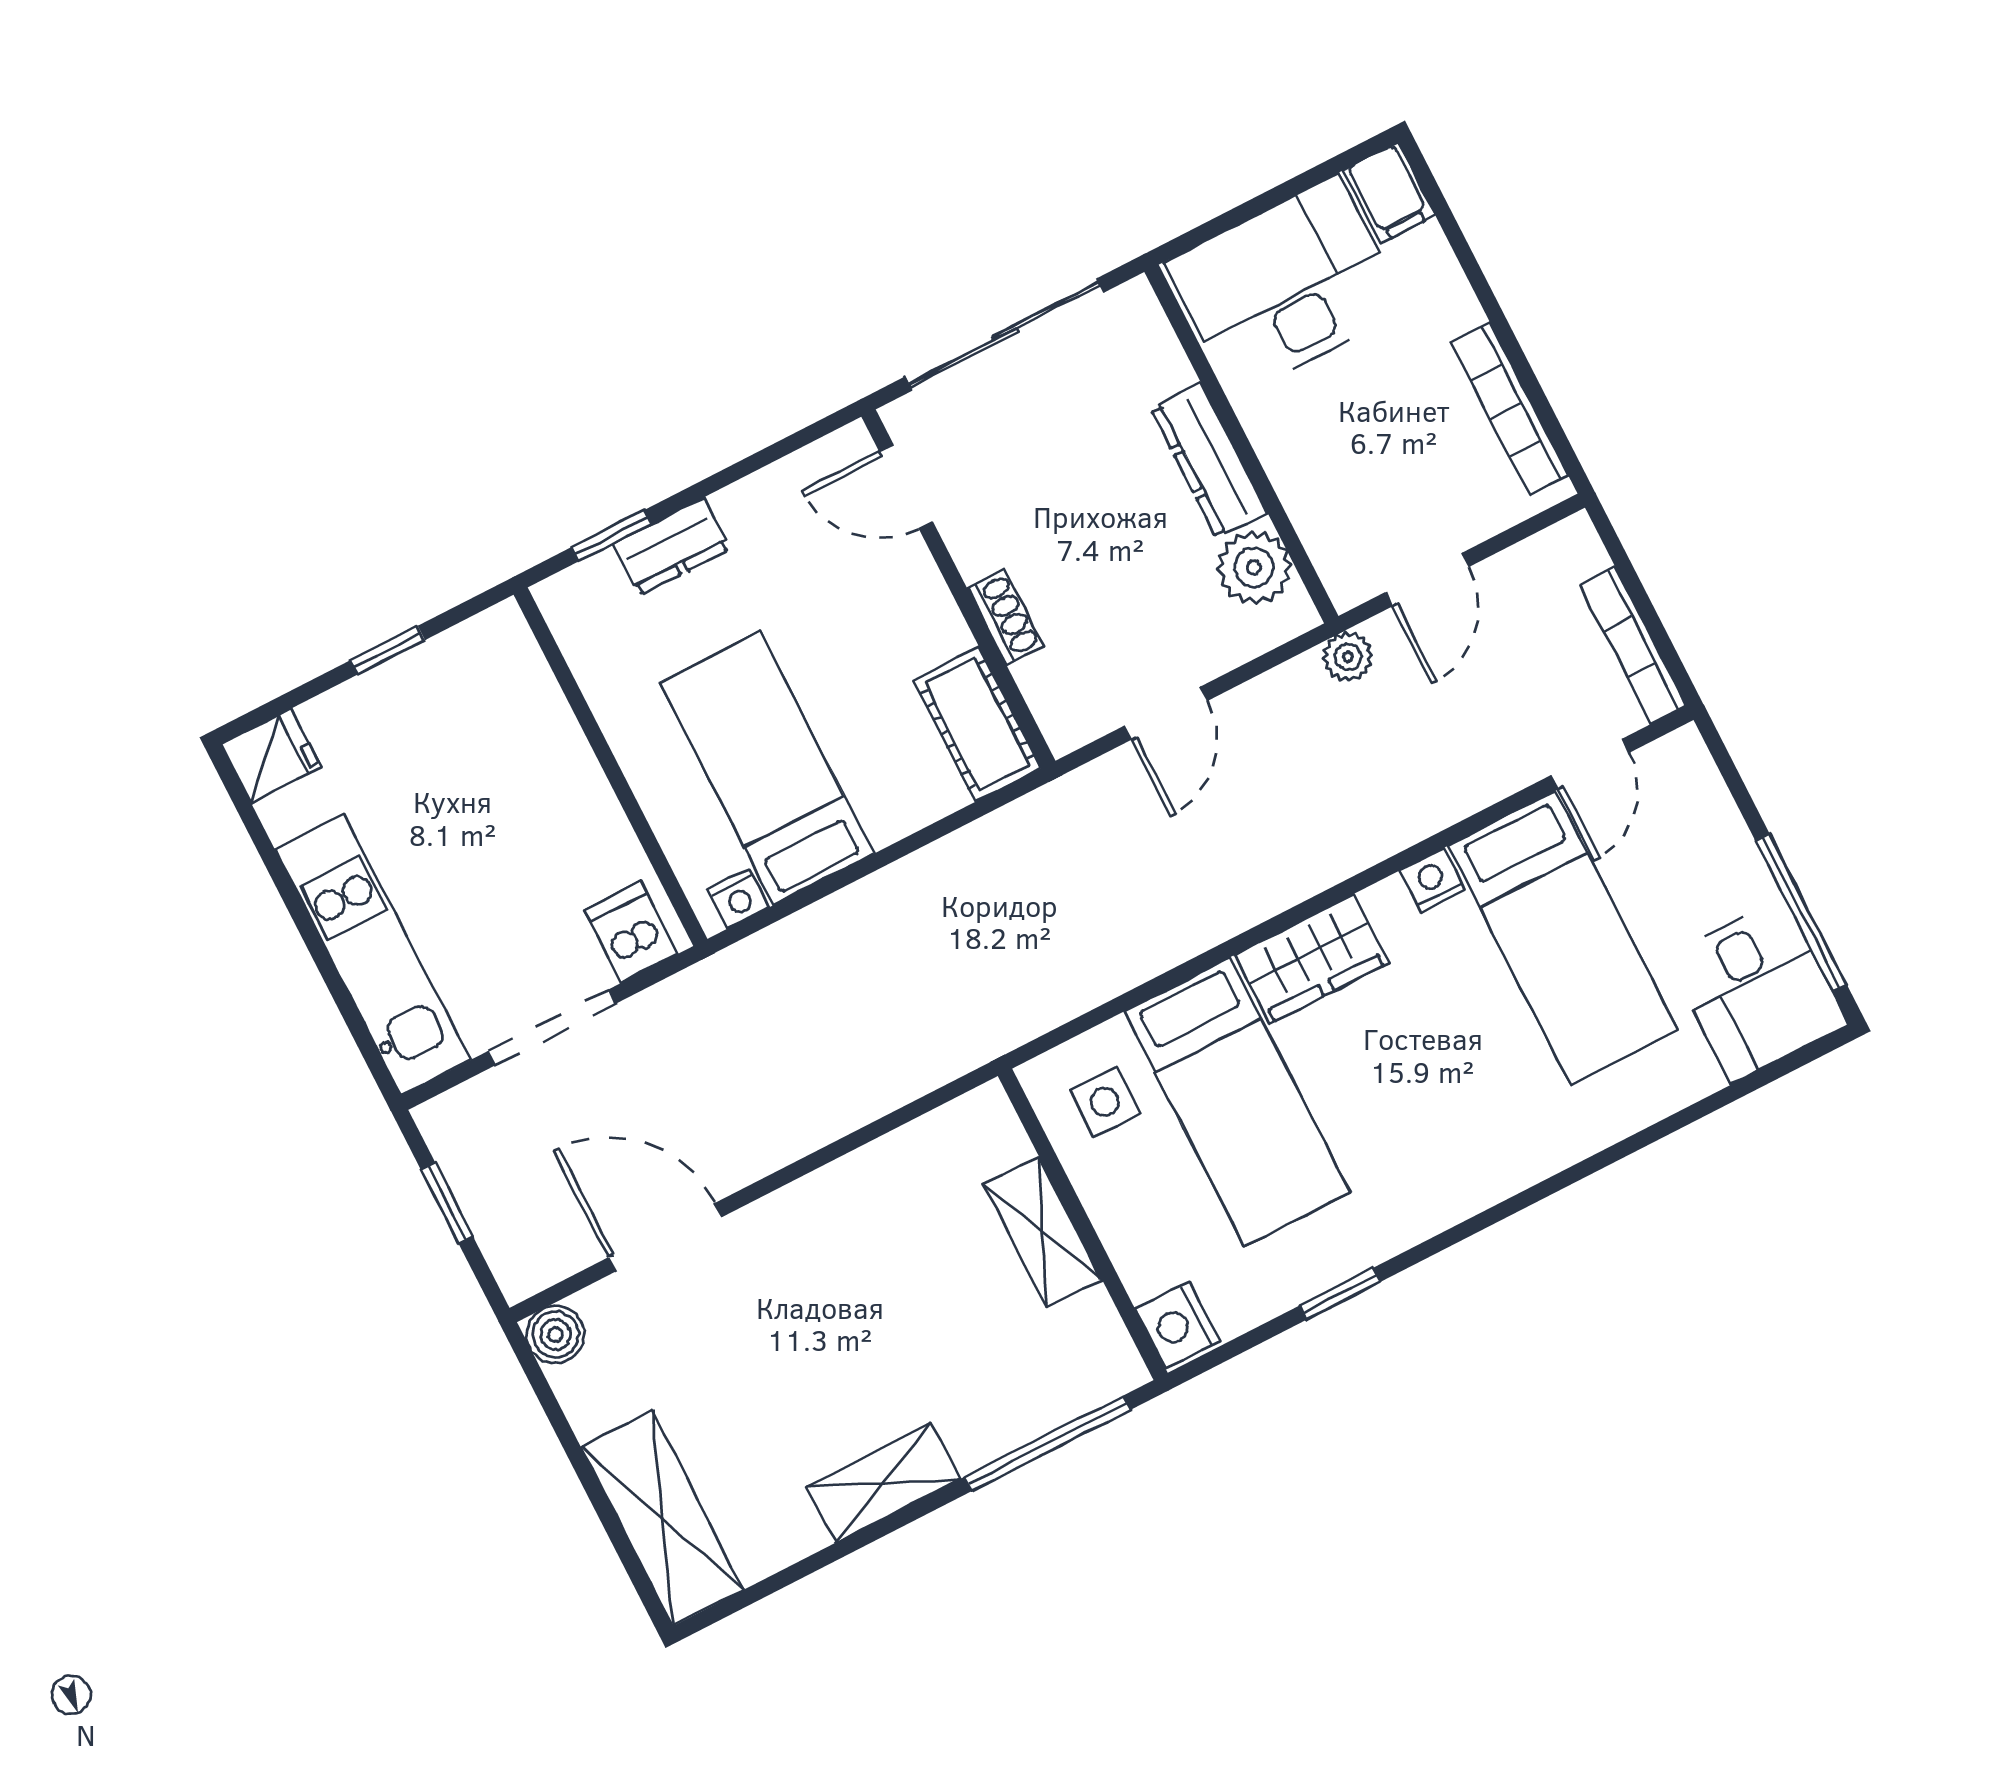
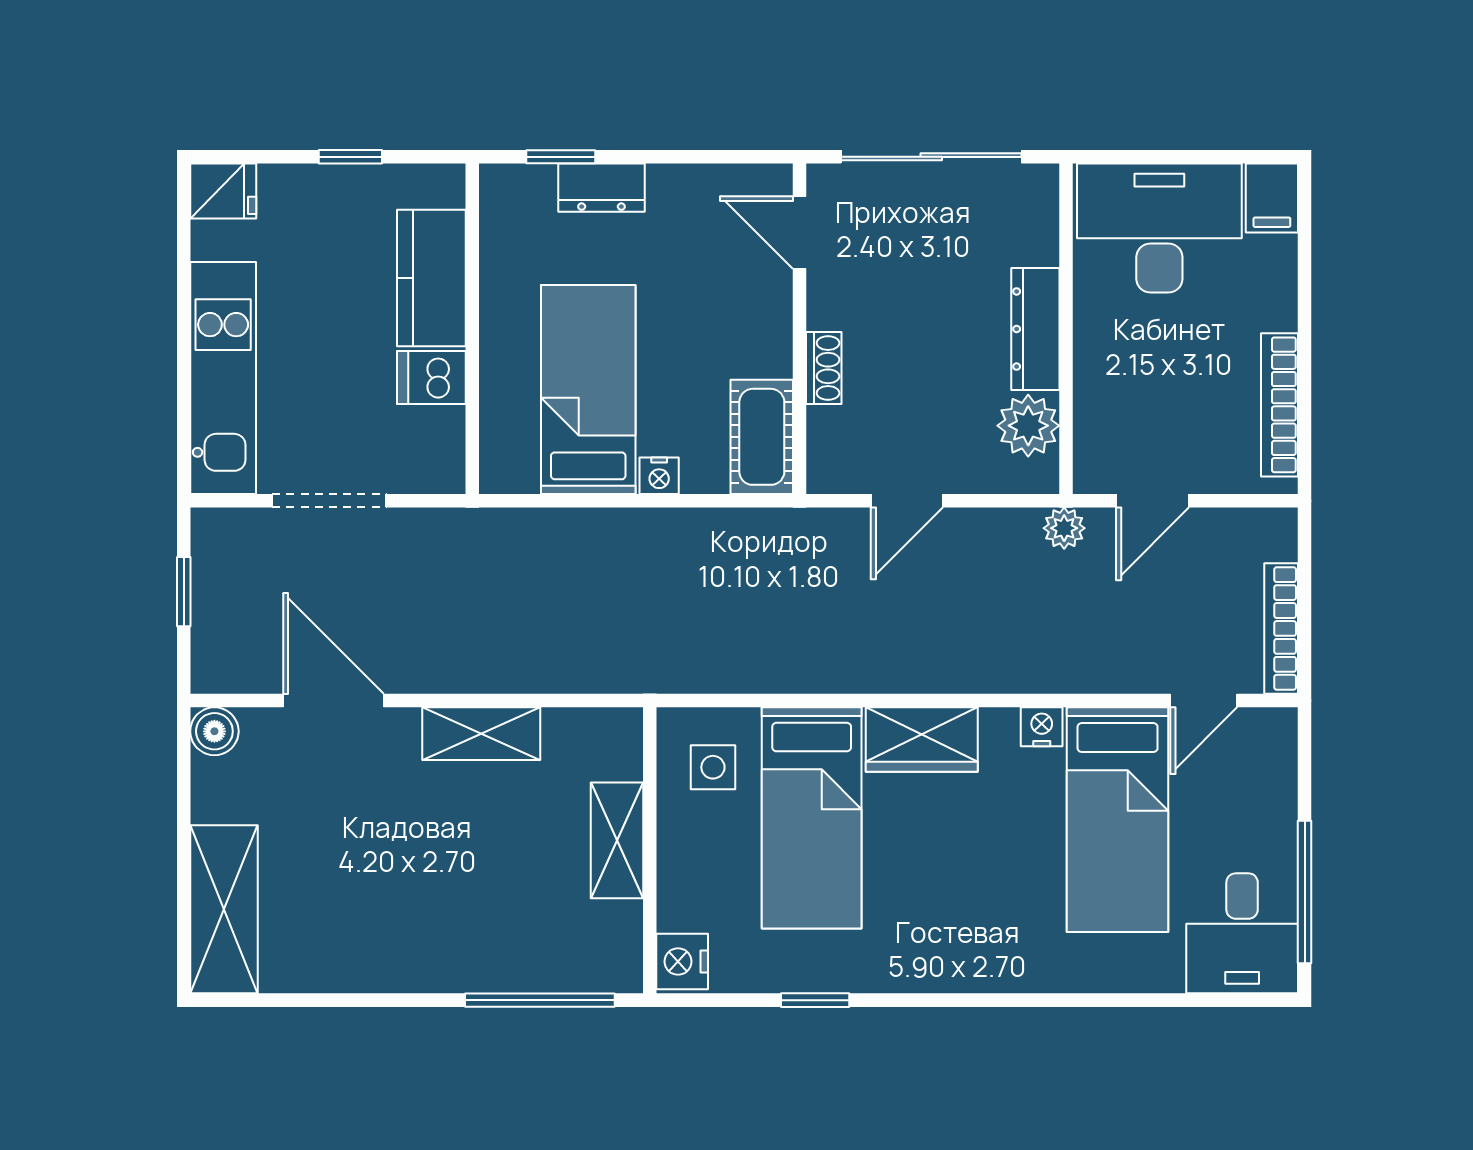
kitchen counter: (539, 735) -> (431, 278), added
nightstand: (738, 898) -> (659, 476), moved
dishwasher: (631, 932) -> (431, 378), moved, turned -90
shelving: (884, 1483) -> (481, 734), moved

